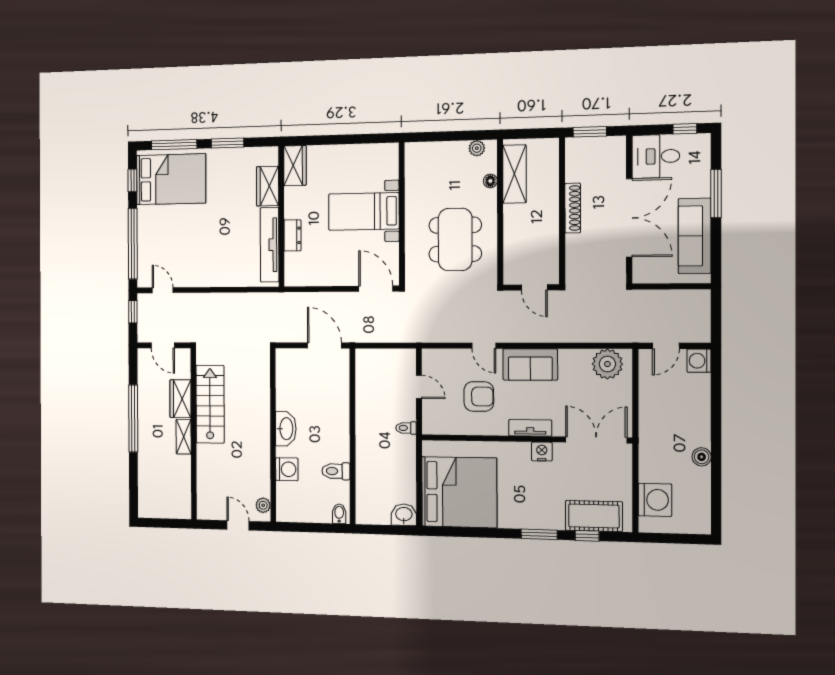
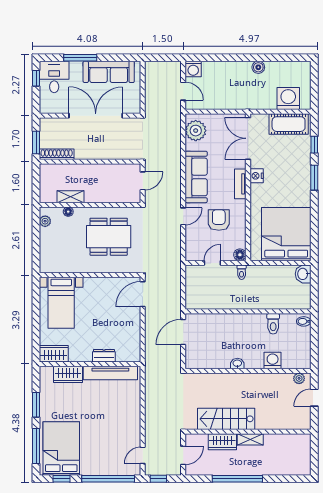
desk: (656, 156) -> (54, 77), moved, turned 180
shelving: (514, 174) -> (70, 197), width x0.67, depth x0.75
shoe rack: (573, 208) -> (57, 154), moved
bed with nightstands: (364, 211) -> (61, 303), moved
sofa: (530, 364) -> (196, 177), width x1.36
floor lamp: (430, 426) -> (240, 255), added
washbasin: (286, 429) -> (237, 364), width x0.52, depth x0.69
cot: (594, 516) -> (289, 124), moved, turned 90

